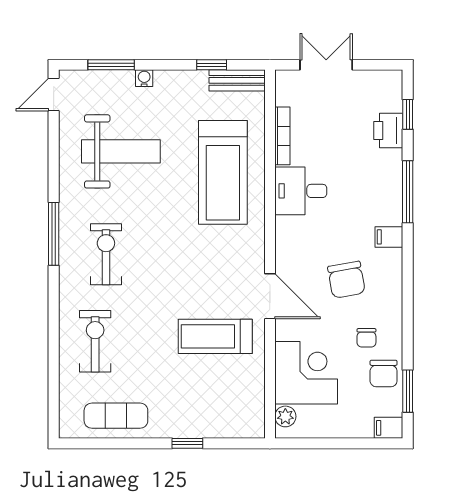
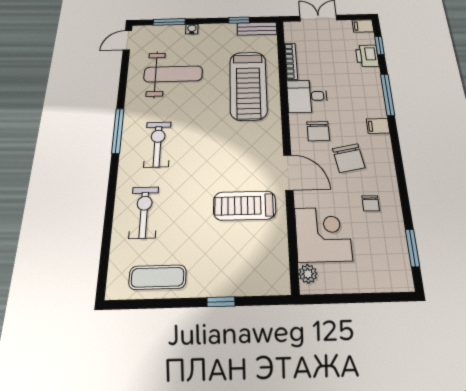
chair: (384, 374) -> (318, 131), moved
filing cabinet: (389, 428) -> (363, 26), moved

